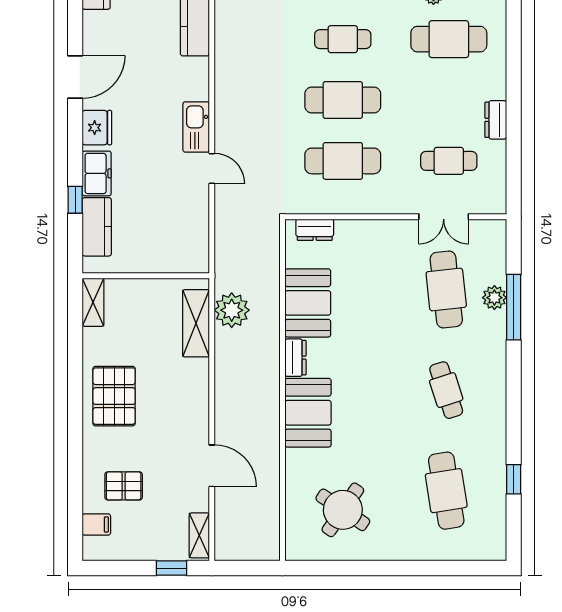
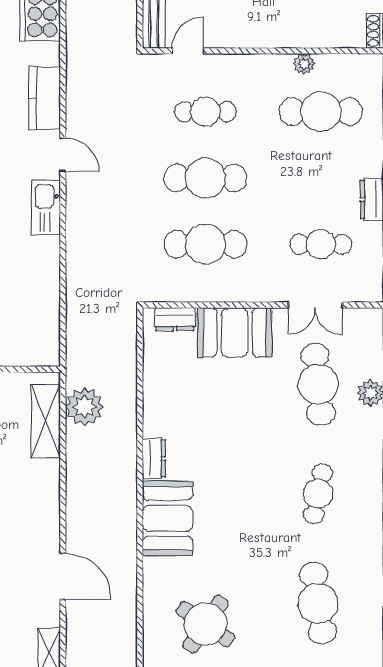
door: (212, 169) -> (63, 154), moved
booth: (308, 303) -> (235, 332), moved, turned 90
cafe table: (446, 390) -> (318, 494), turned 30

